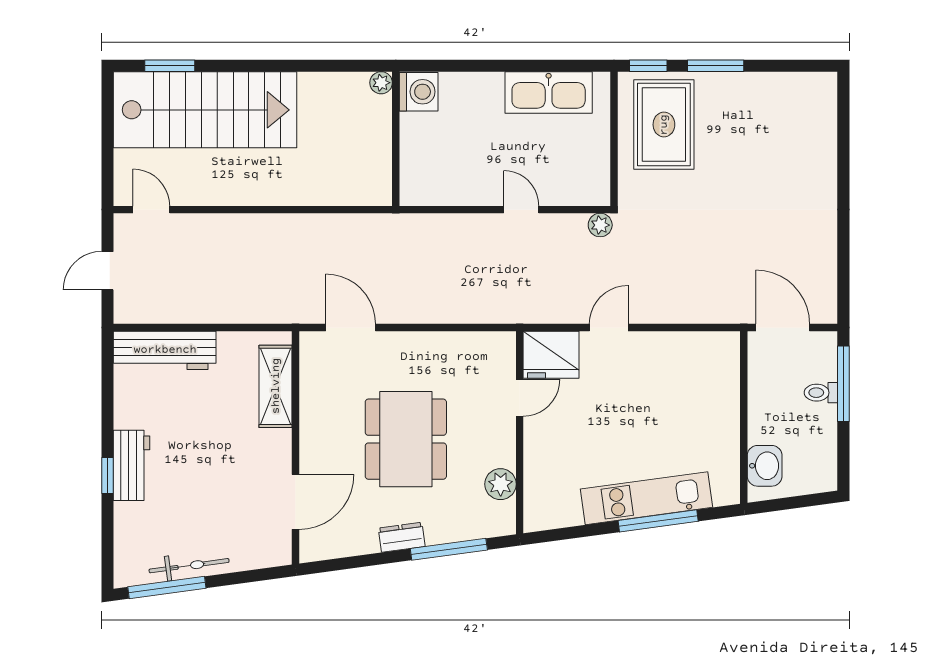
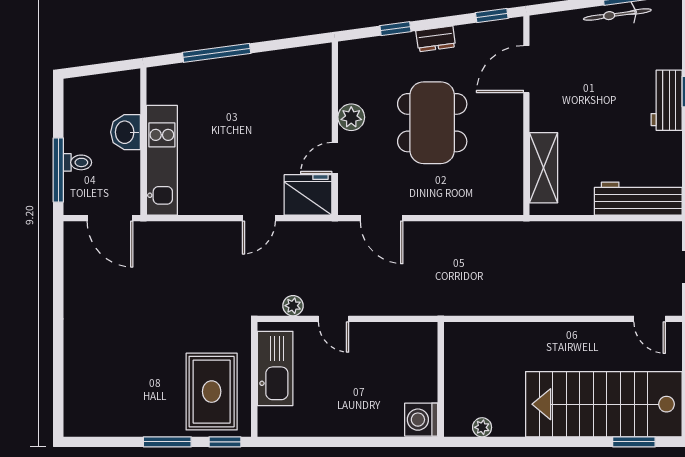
plant: (381, 83) -> (482, 427), moved
kitchen sink: (549, 92) -> (275, 368), moved, turned 90
plant: (600, 225) -> (293, 306), moved
door: (351, 328) -> (382, 218), moved
washbasin: (765, 466) -> (126, 132), moved
plant: (501, 484) -> (351, 117), moved
kitchen unit: (647, 498) -> (162, 160), moved, turned -82
window: (449, 549) -> (395, 29), width x0.46
window: (336, 565) -> (492, 15), added

